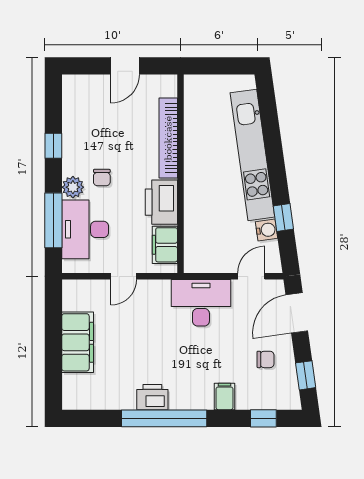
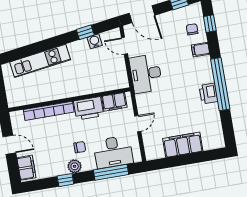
filing cabinet: (84, 87) -> (26, 168), added
kitchen unit: (252, 155) -> (40, 61), width x0.73
plant: (73, 187) -> (75, 166), moved
door: (124, 276) -> (138, 124), hinge flipped
chair: (266, 359) -> (192, 29), moved

